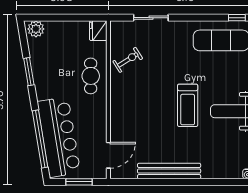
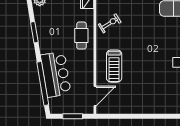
treadmill: (188, 105) -> (114, 66), moved
bar counter: (59, 137) -> (56, 74), width x0.73
bench: (169, 171) -> (141, 108), removed

